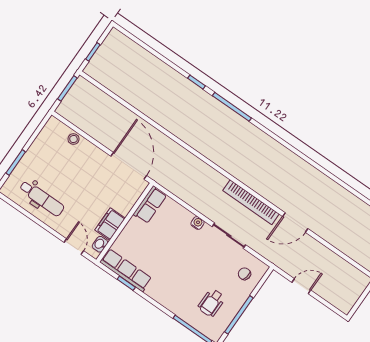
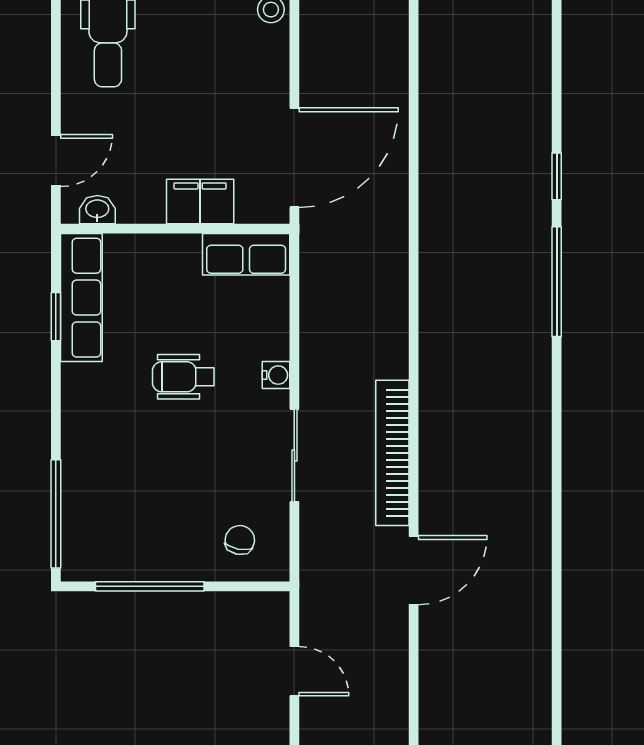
door: (295, 222) -> (414, 570), swing flipped
filing cabinet: (110, 224) -> (200, 202), moved
wheelchair: (211, 303) -> (183, 377), moved

